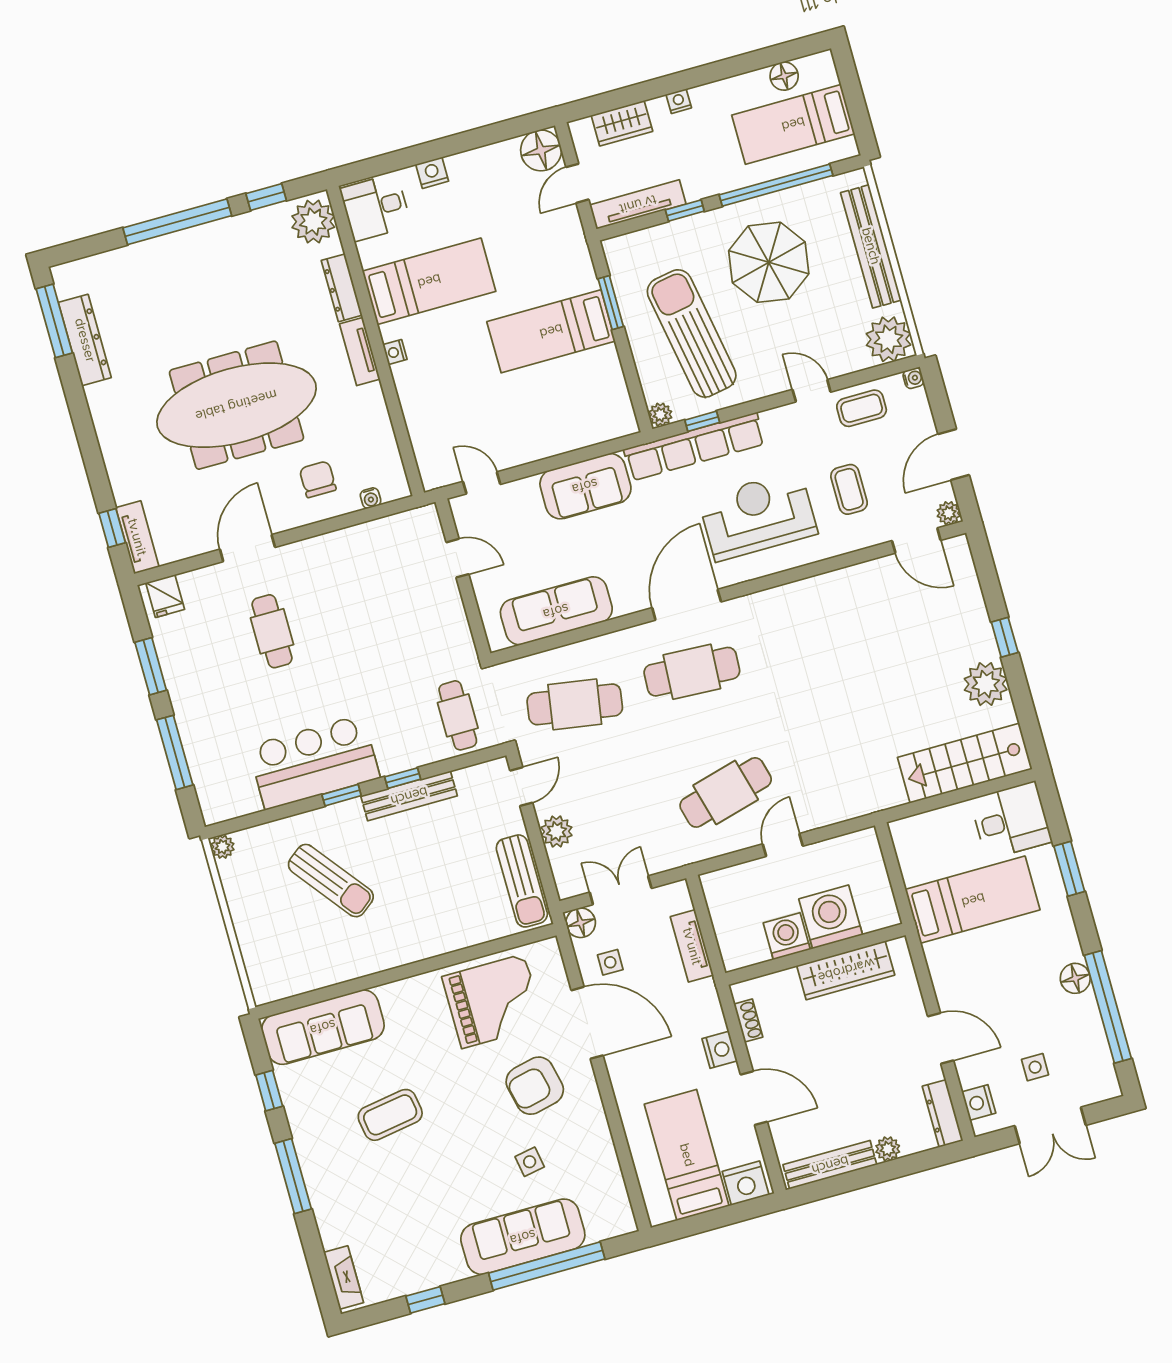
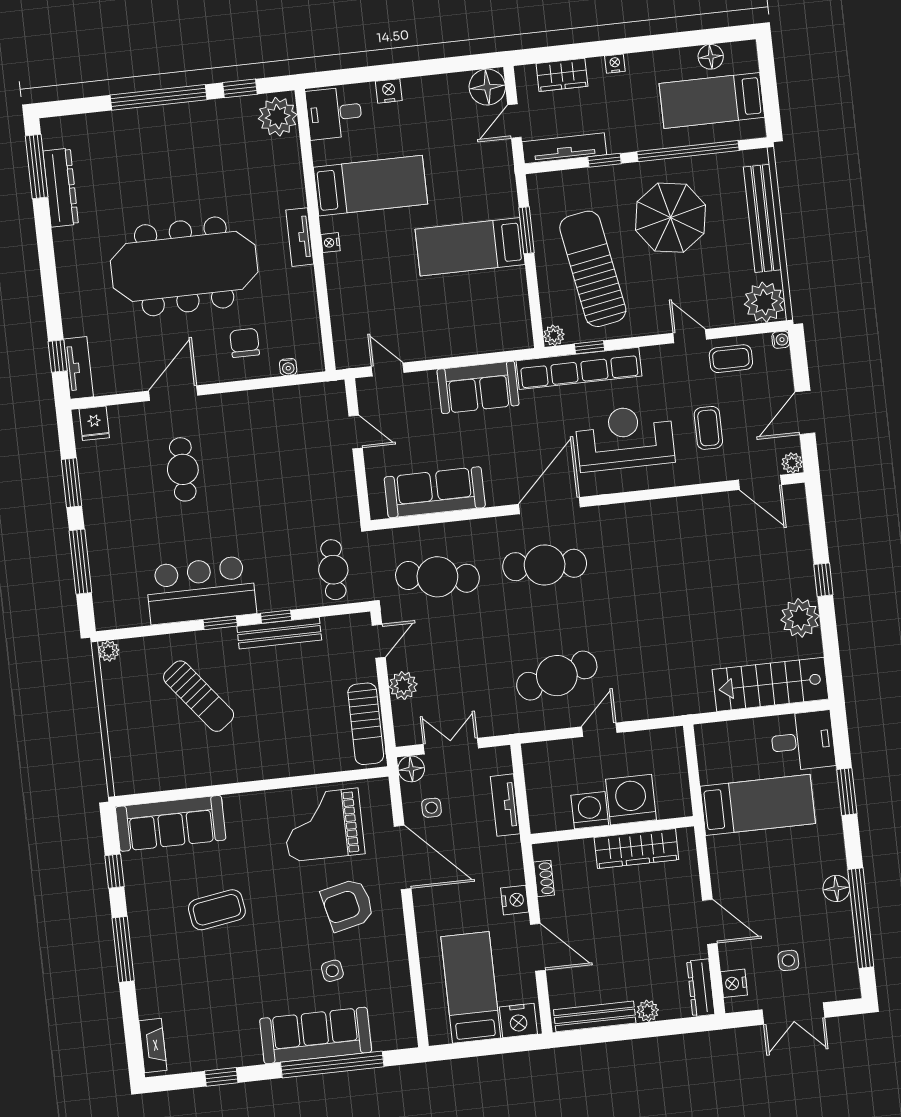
dresser: (342, 288) -> (293, 179), removed
grand piano: (493, 1001) -> (323, 825), turned 180

